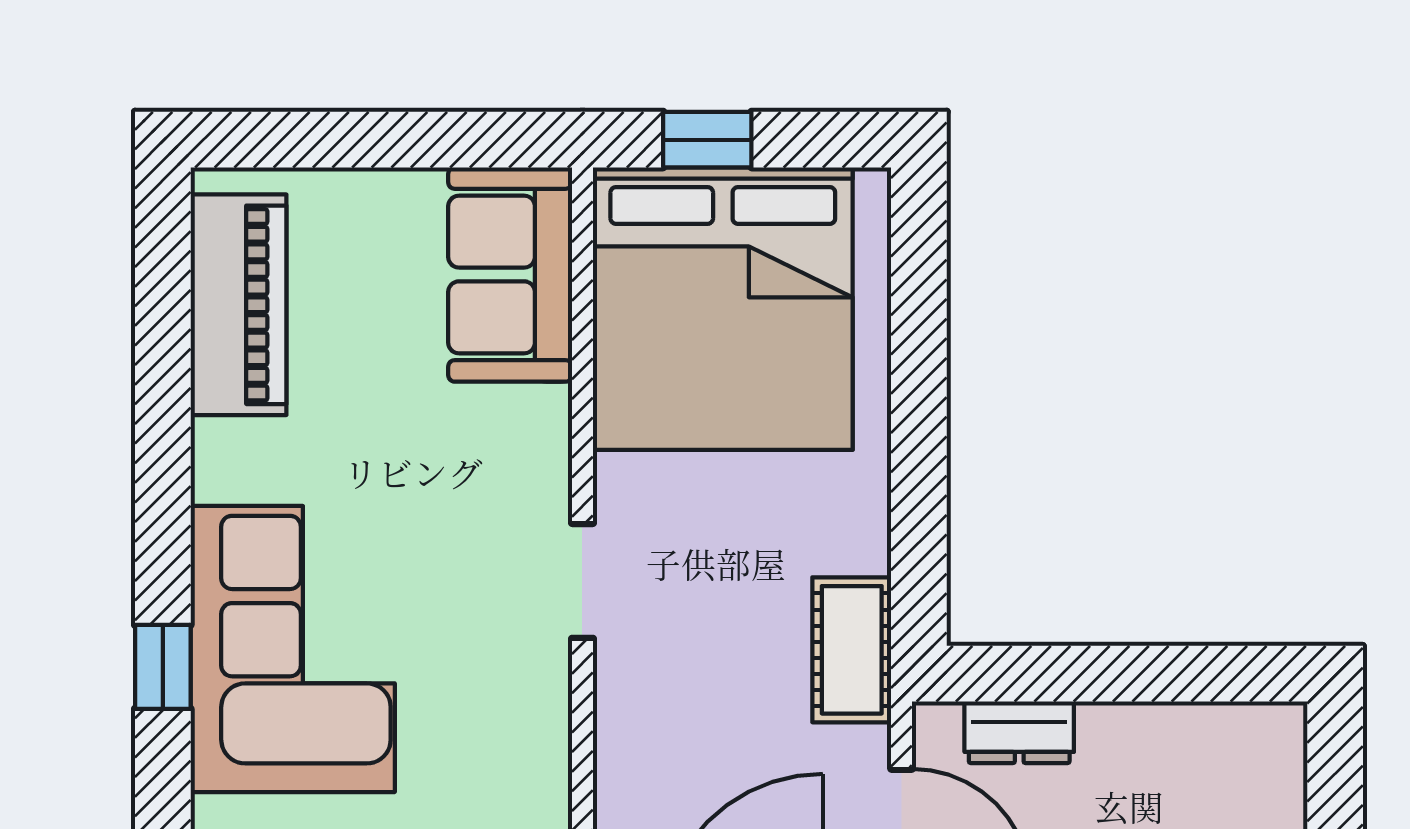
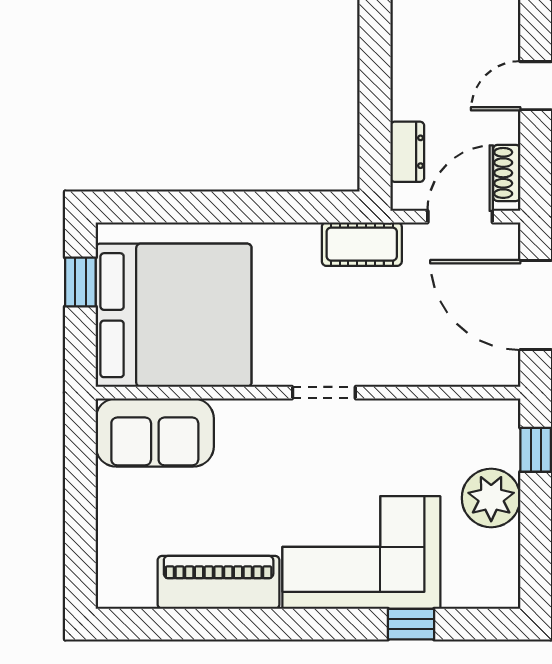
window: (707, 140) -> (80, 282), moved
piano: (239, 305) -> (219, 582), moved
window: (163, 667) -> (411, 624), moved

